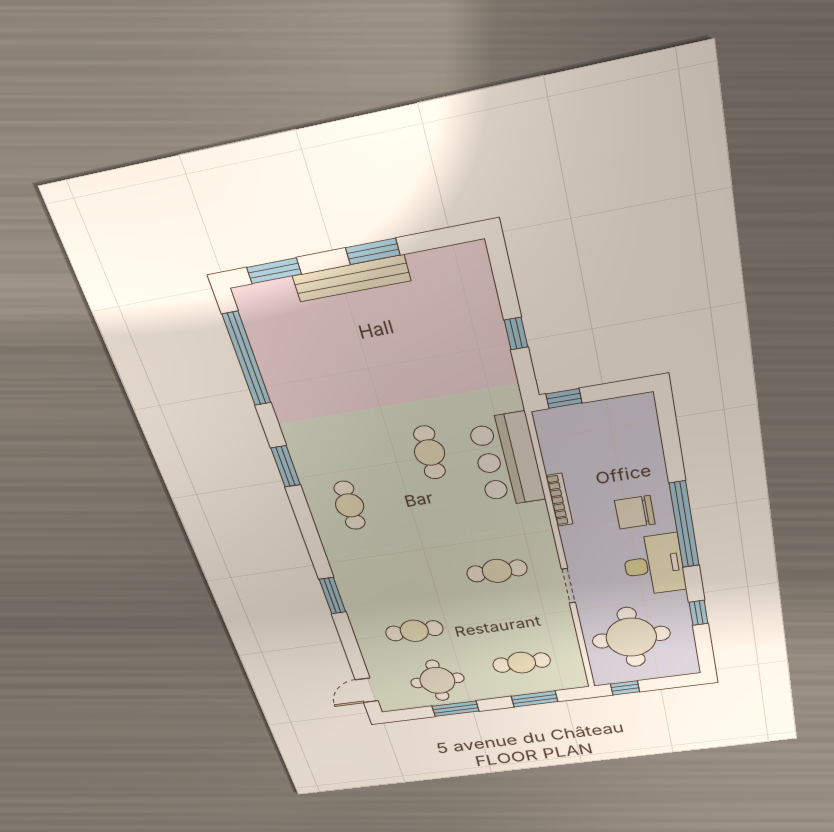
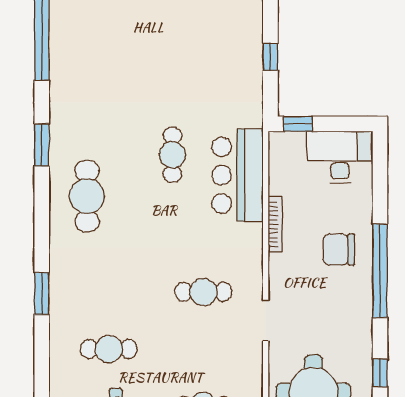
cafe table: (350, 505) -> (87, 196), width x1.37, depth x1.35
desk: (654, 565) -> (340, 157), moved, turned -90

